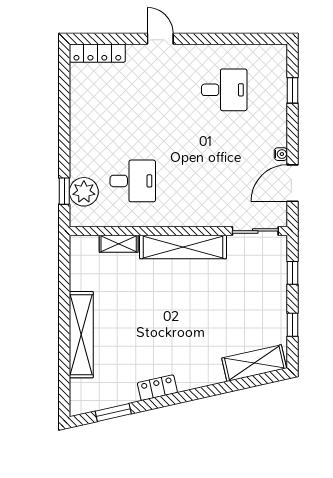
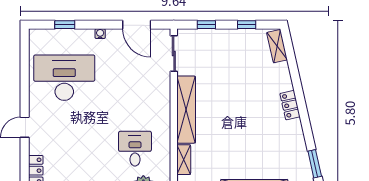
desk: (224, 90) -> (64, 78), width x1.87, depth x1.30
water cooler: (281, 154) -> (100, 34), moved
shelving: (254, 363) -> (277, 46), width x0.67, depth x0.75
locker: (157, 388) -> (290, 105), moved

